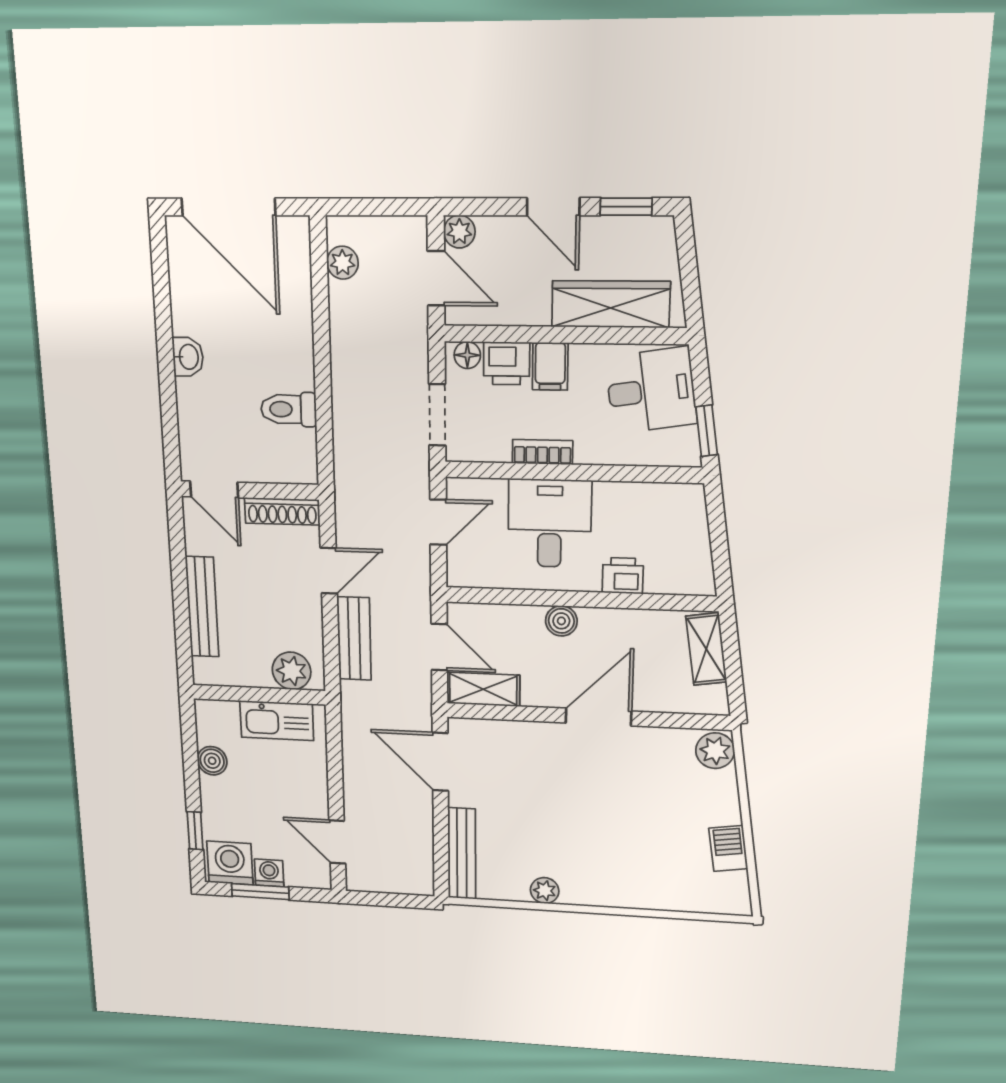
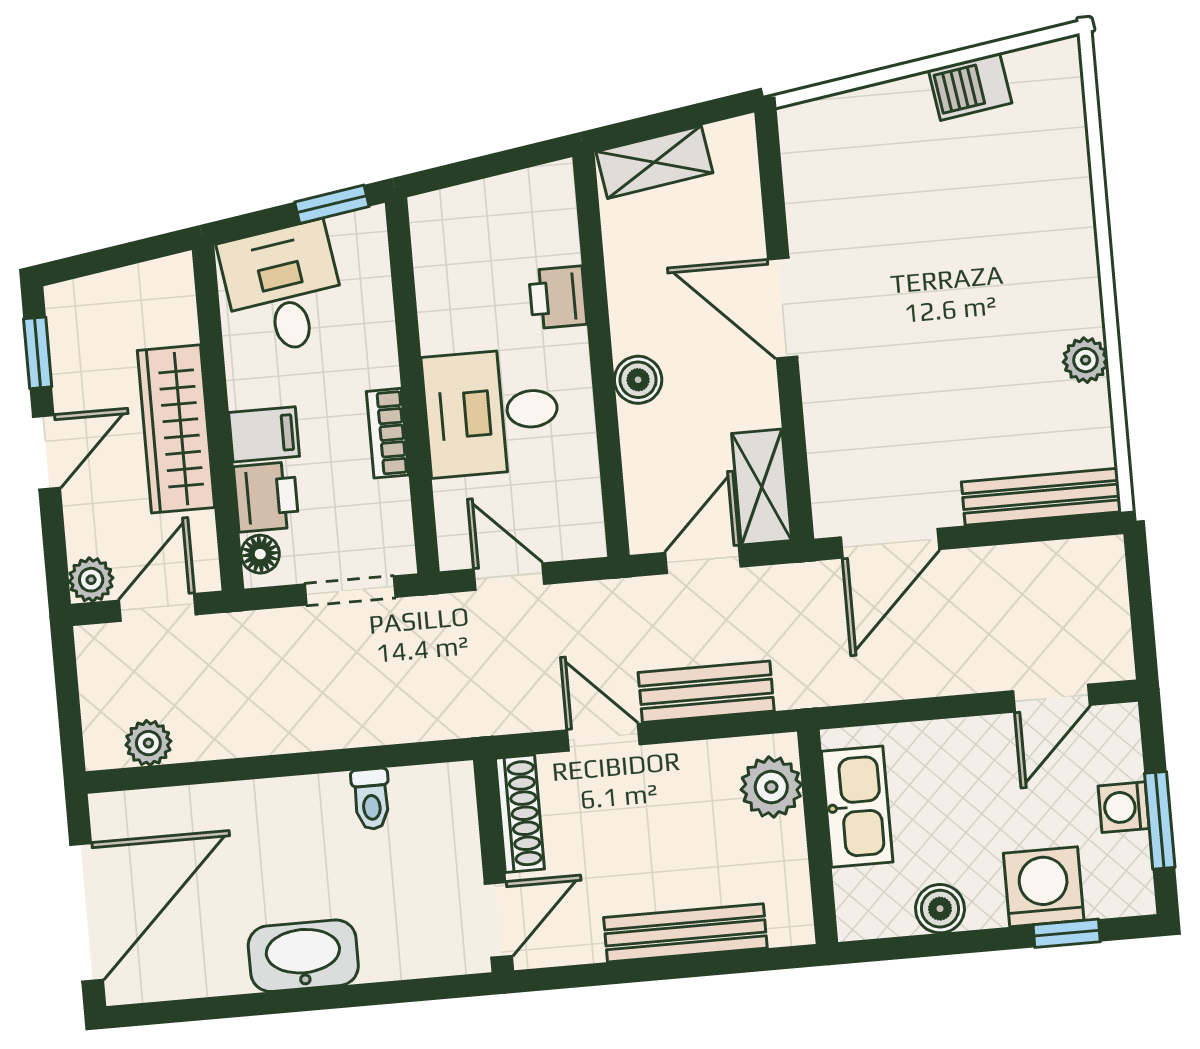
wardrobe: (611, 304) -> (176, 429), moved
washbasin: (188, 357) -> (303, 956), width x1.91, depth x1.45
toilet: (289, 409) -> (371, 799), width x0.73, depth x0.72
plant: (715, 751) -> (813, 128), removed
washing machine: (230, 863) -> (1044, 887), moved, turned 90

